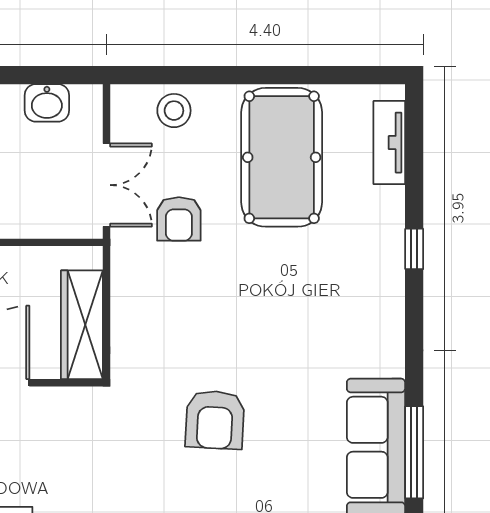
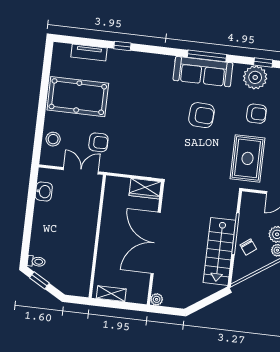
tv unit: (389, 143) -> (89, 53), moved
wardrobe: (82, 325) -> (145, 189), width x0.67
armchair: (215, 420) -> (202, 115), moved

